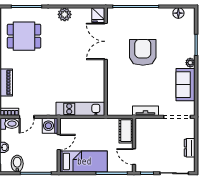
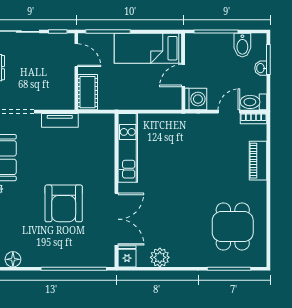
plant: (65, 14) -> (160, 257), moved
dining table: (24, 36) -> (233, 227), turned 90
kitchen unit: (80, 109) -> (128, 148), moved, turned -90

